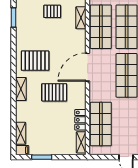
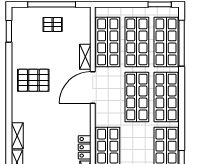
shelving: (81, 18) -> (85, 57), moved
shelving: (21, 89) -> (17, 136), moved
pallet: (54, 92) -> (55, 116), removed

